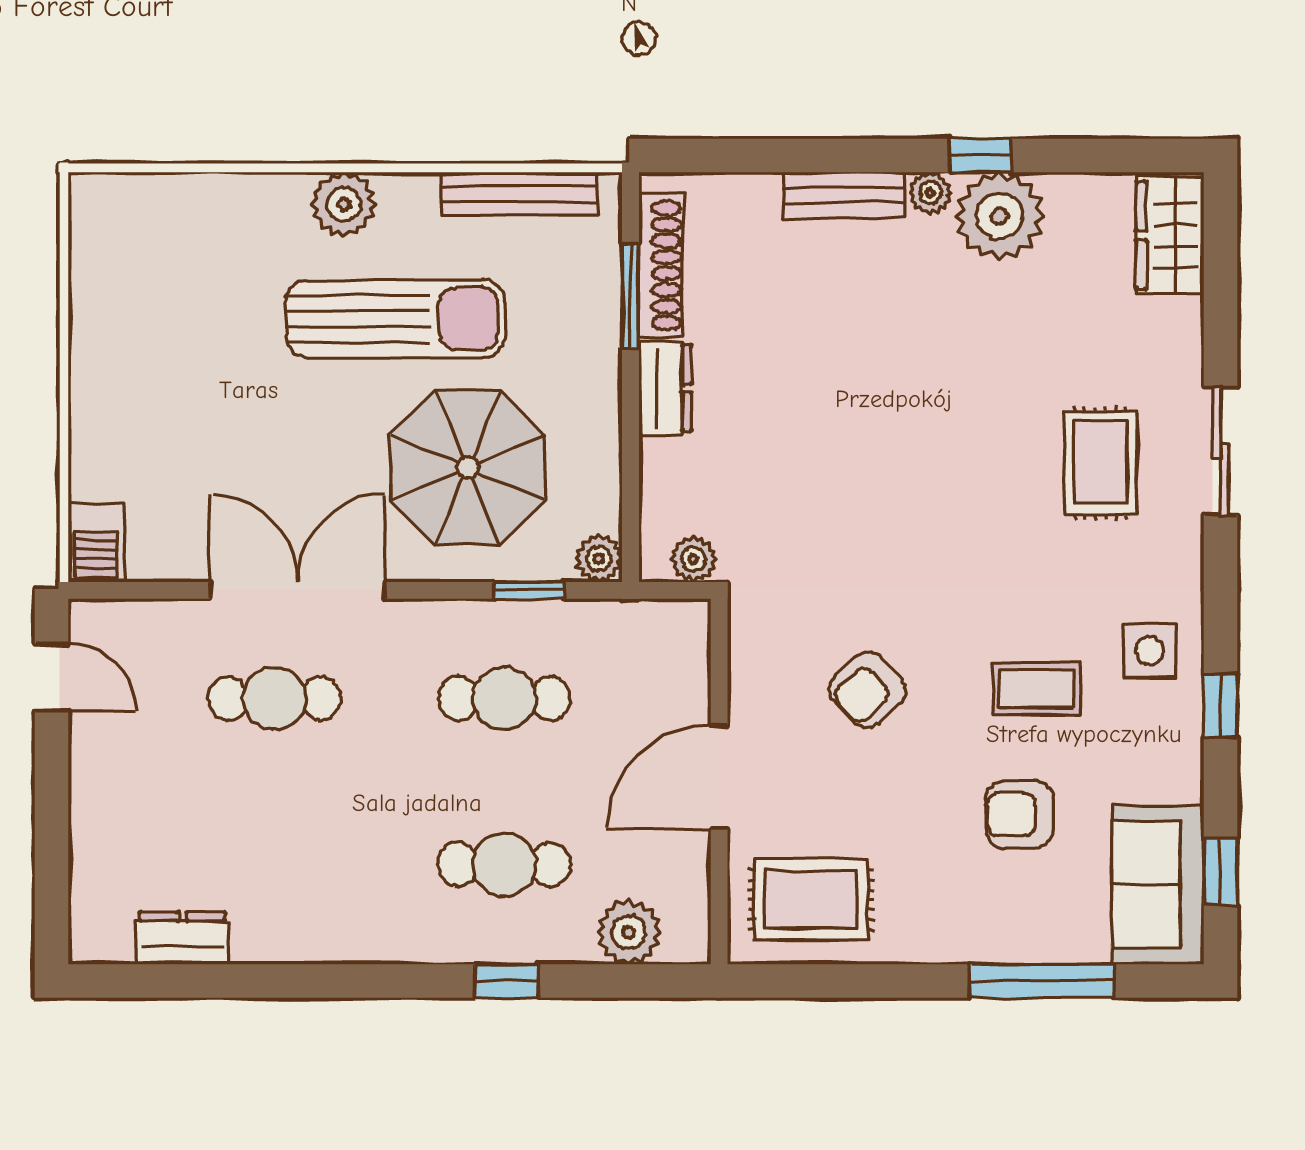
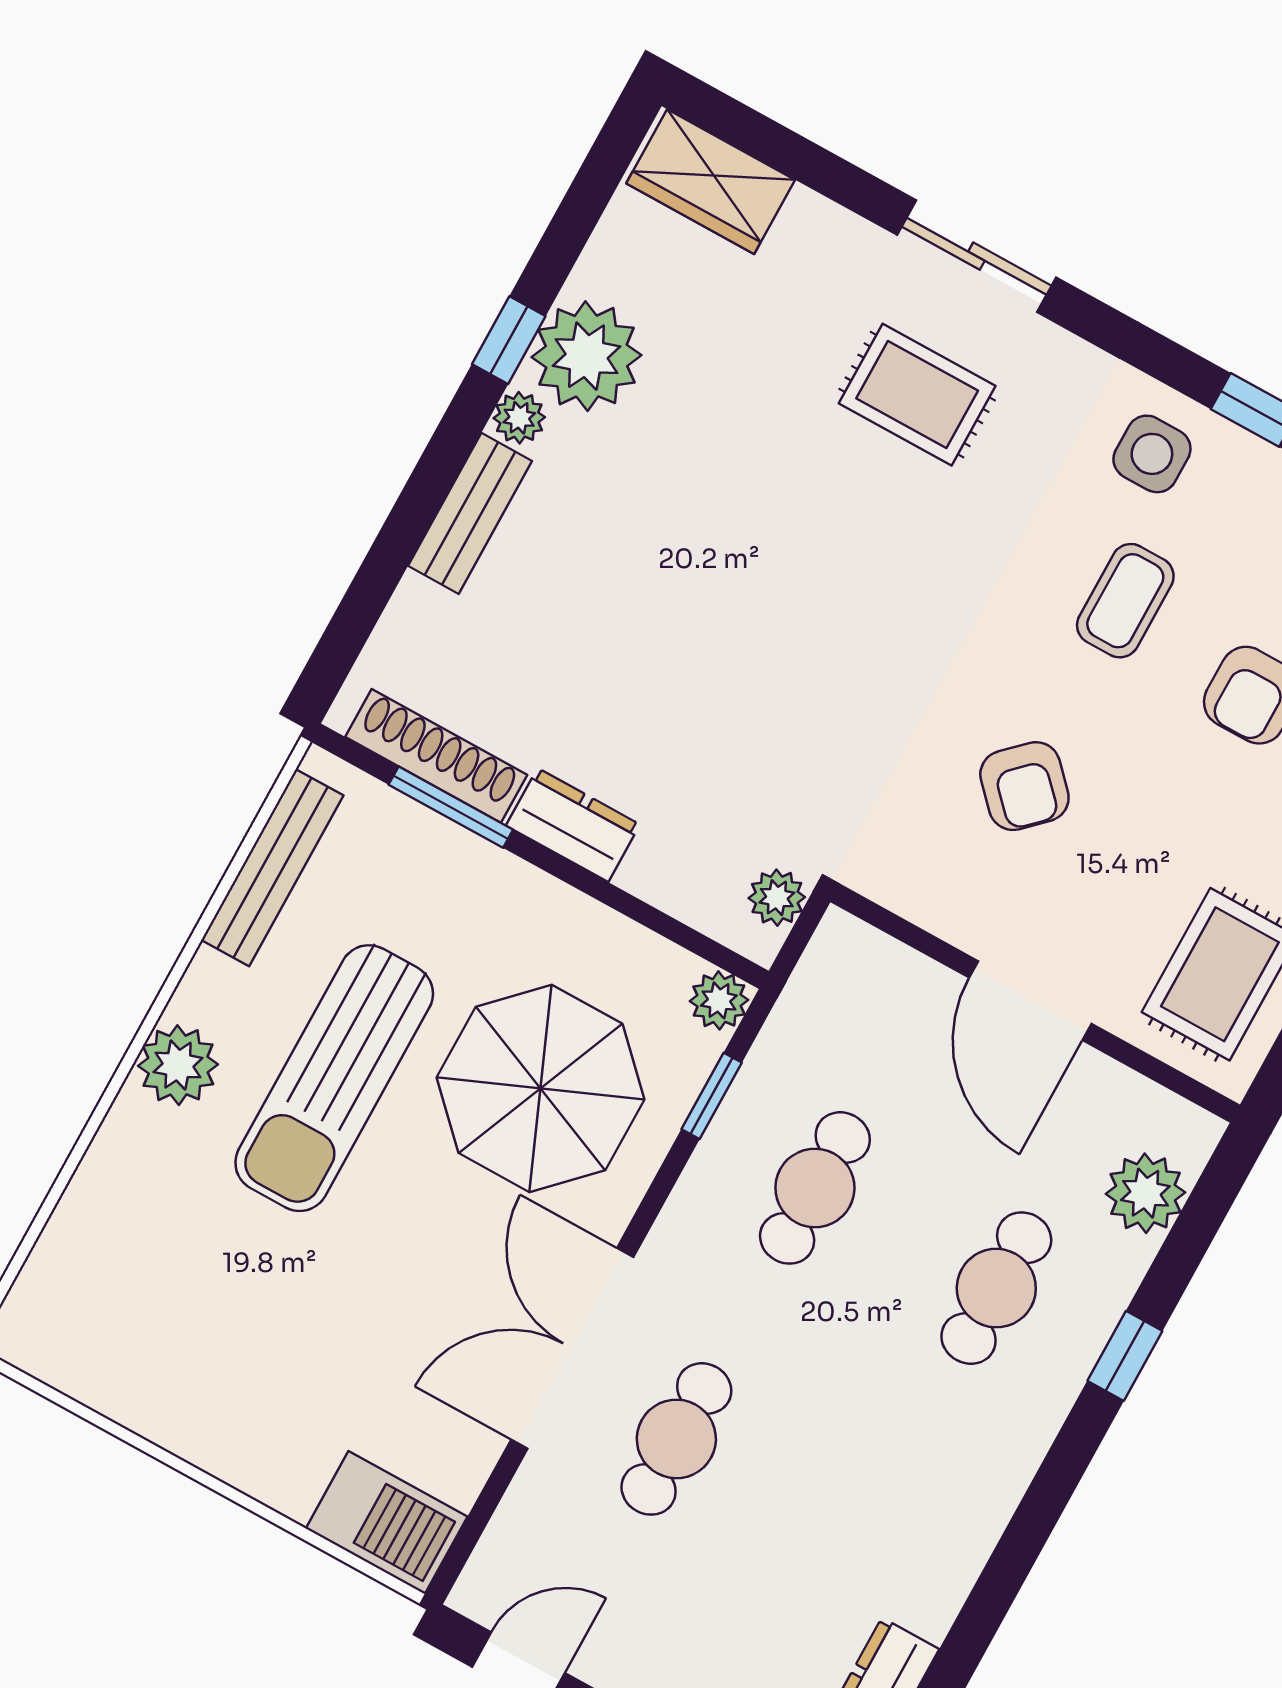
sun lounger: (395, 319) -> (334, 1078), turned 180
barbecue: (96, 542) -> (387, 1523), width x1.38, depth x1.27

